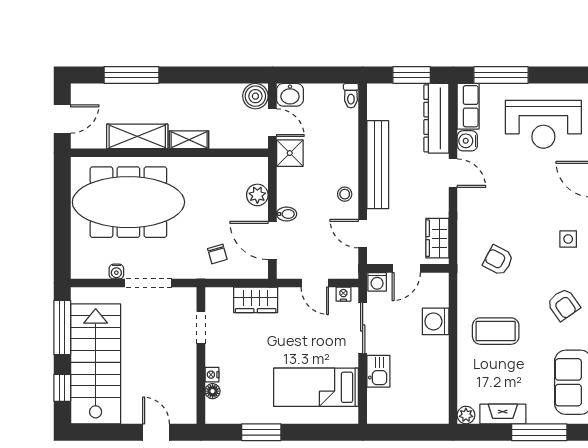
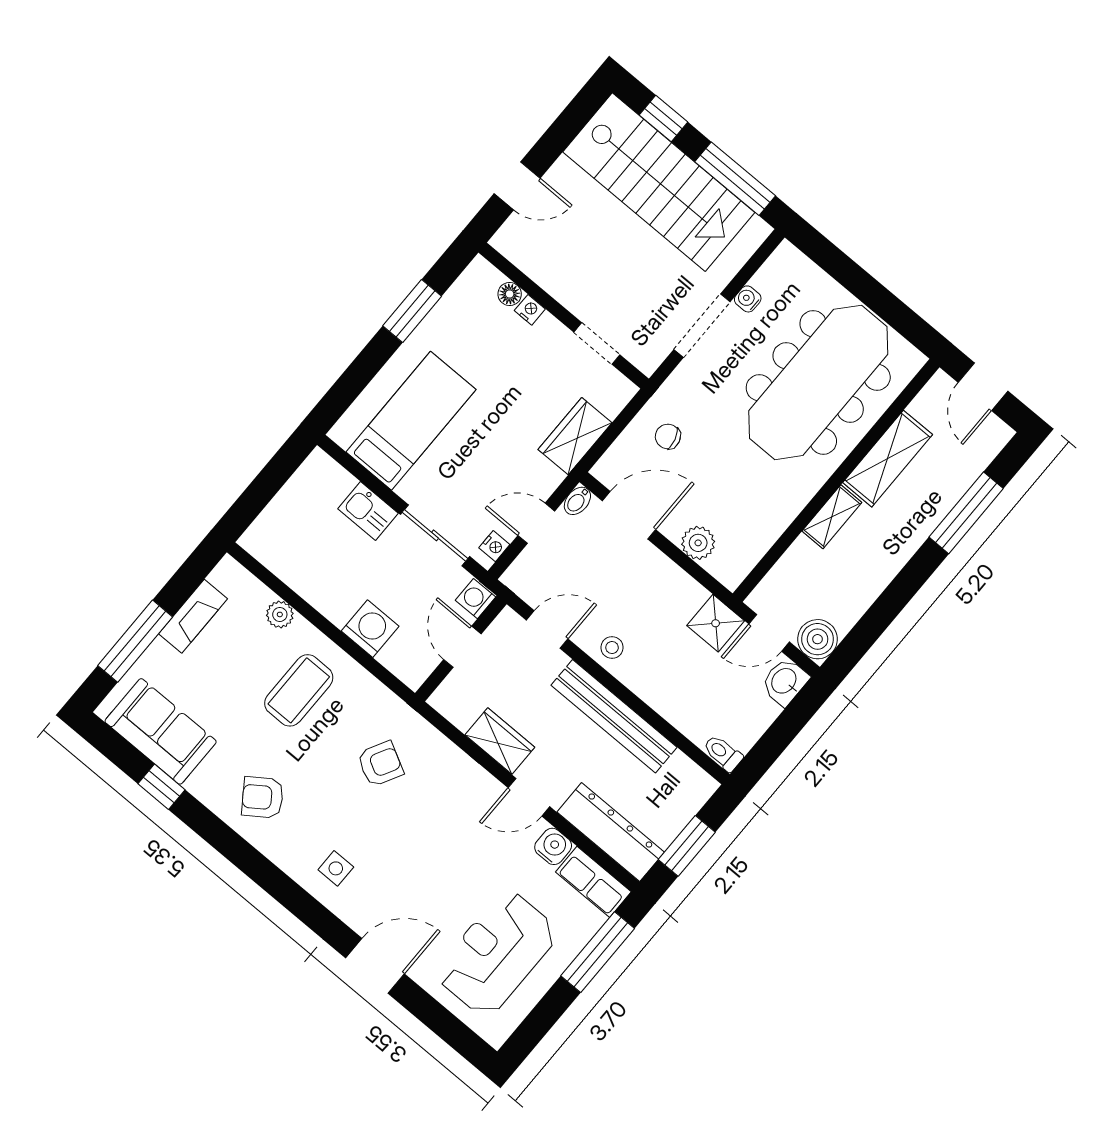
bidet: (287, 214) -> (577, 501), moved
wardrobe: (437, 238) -> (500, 741), moved
plant: (466, 415) -> (280, 614), moved

